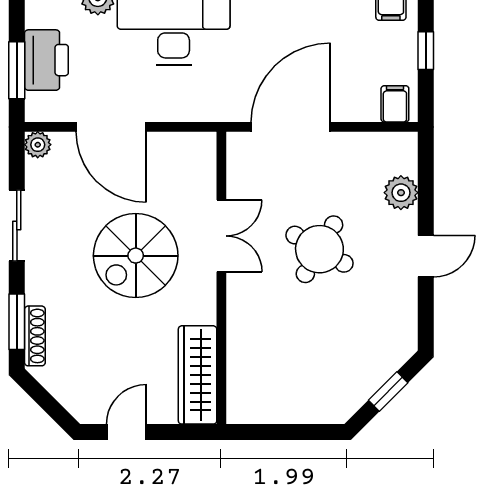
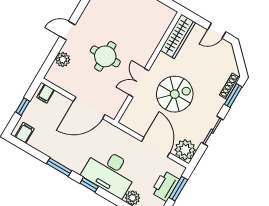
plant: (38, 145) -> (185, 150), width x1.88, depth x1.88
round table: (319, 249) -> (105, 56), turned -30

